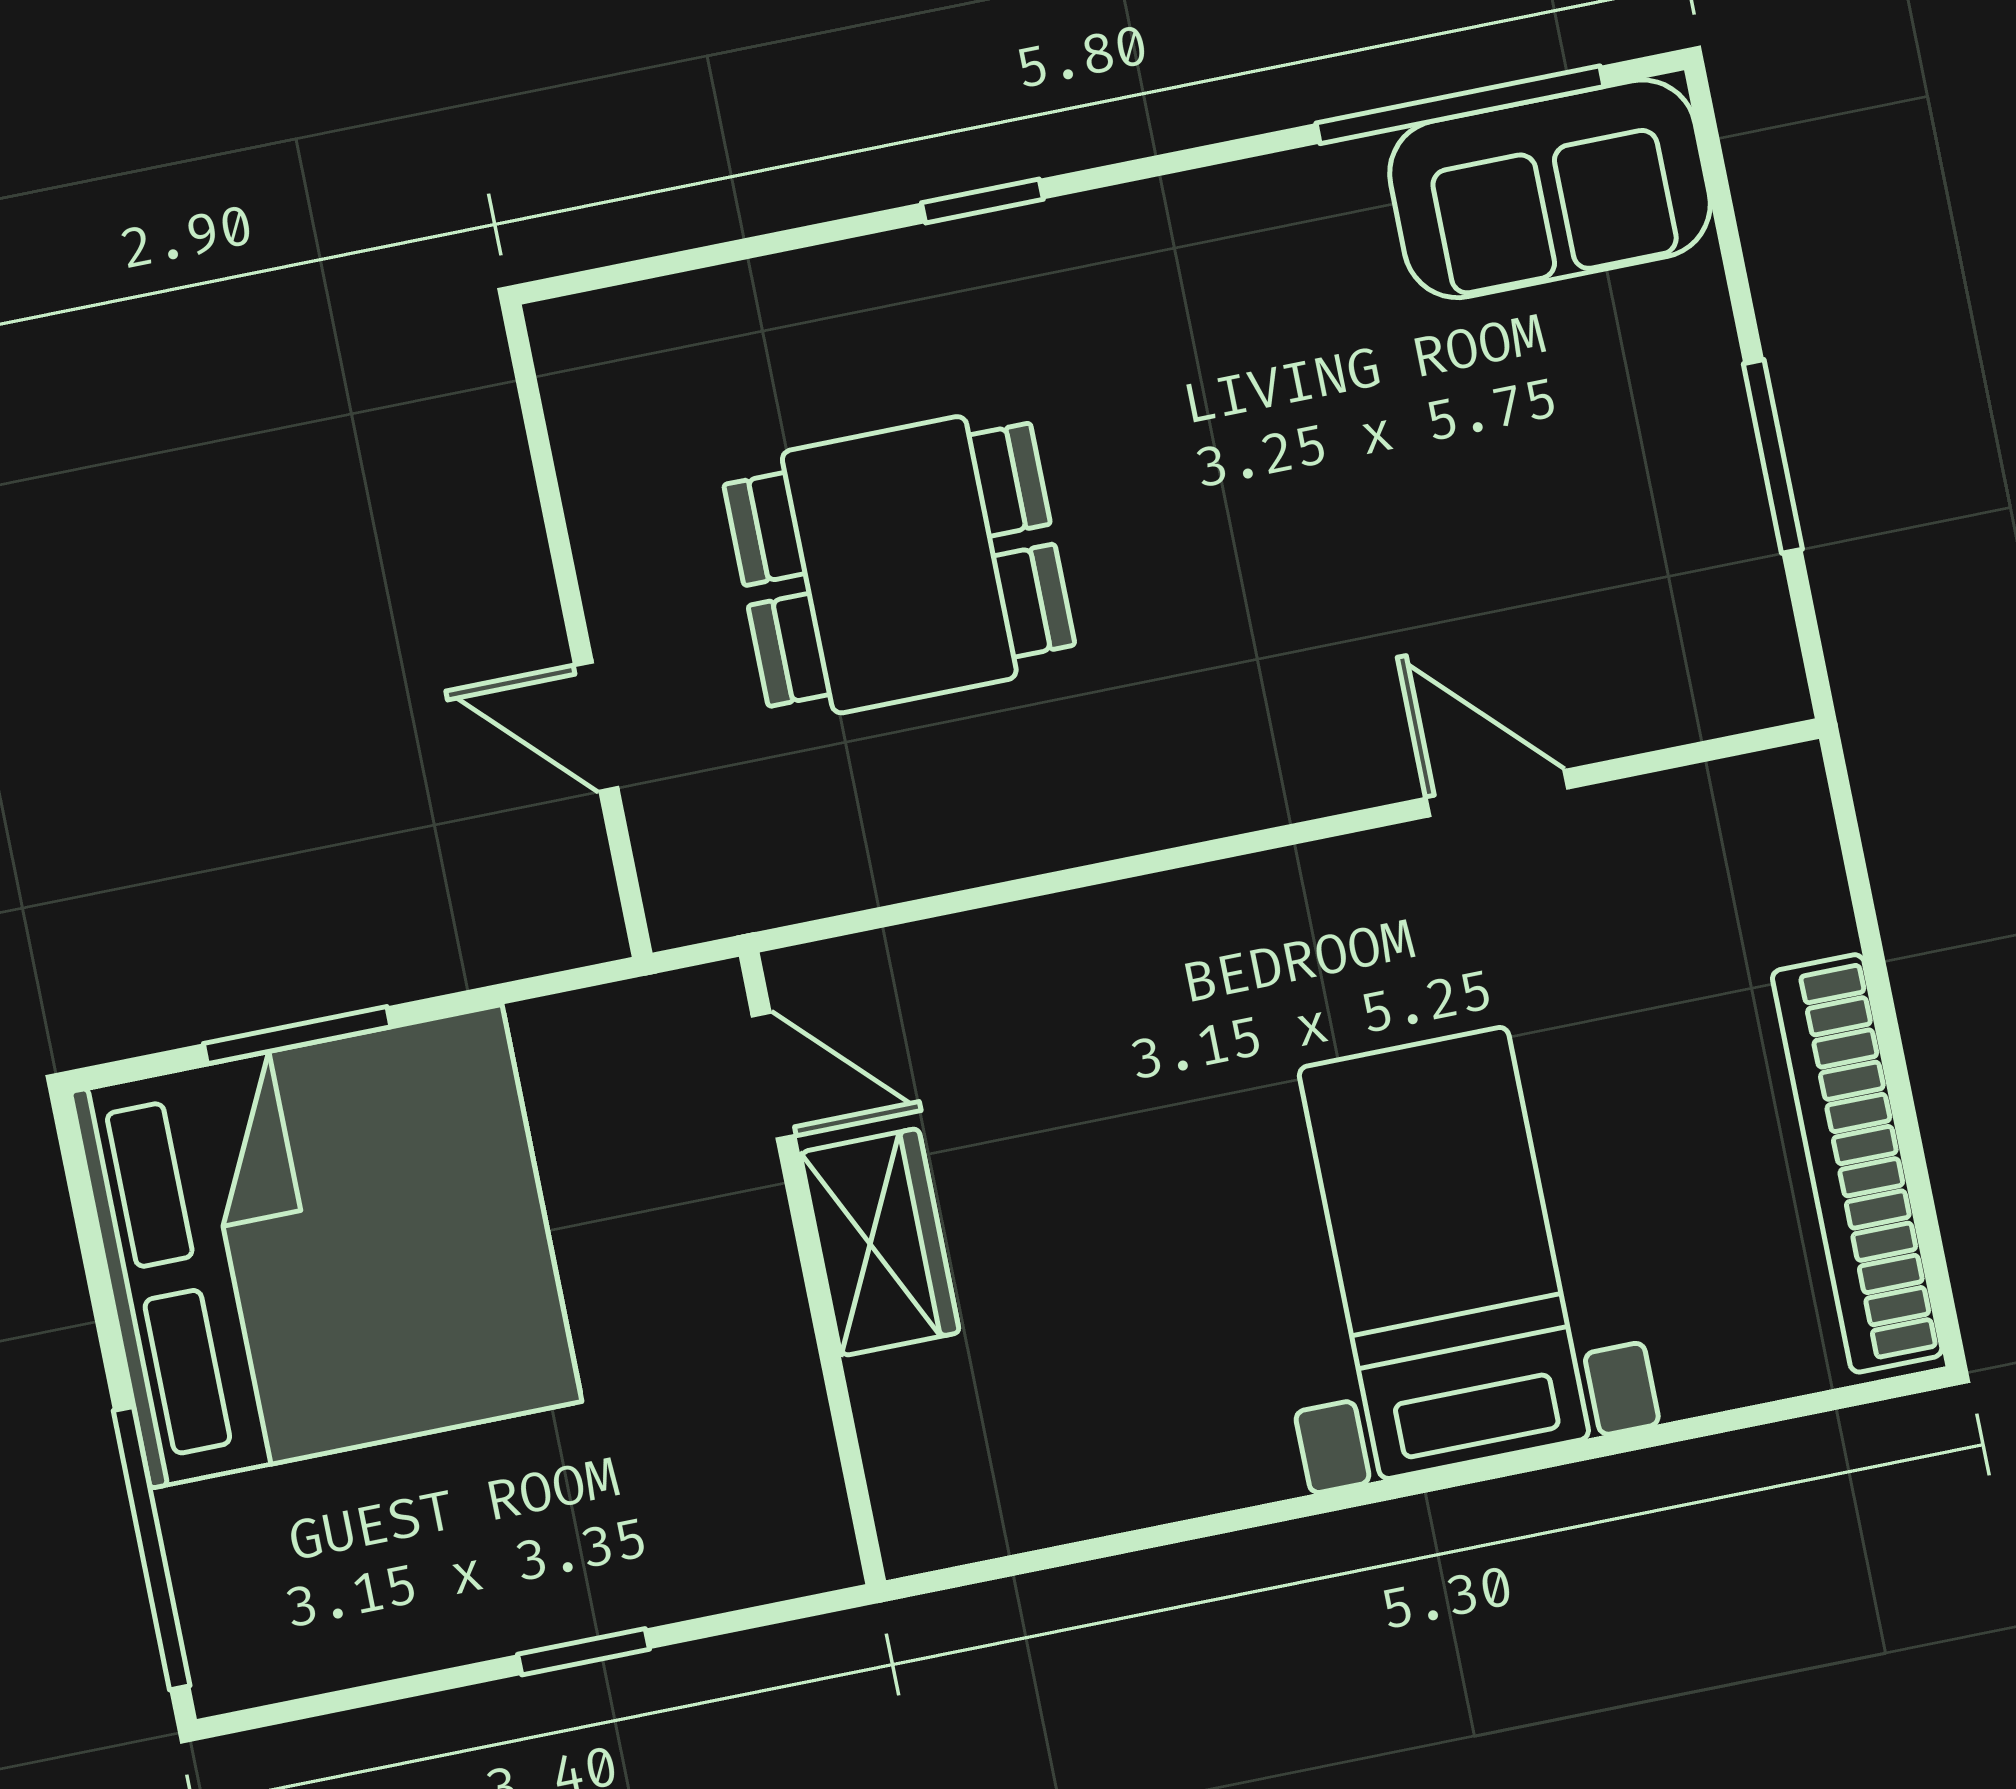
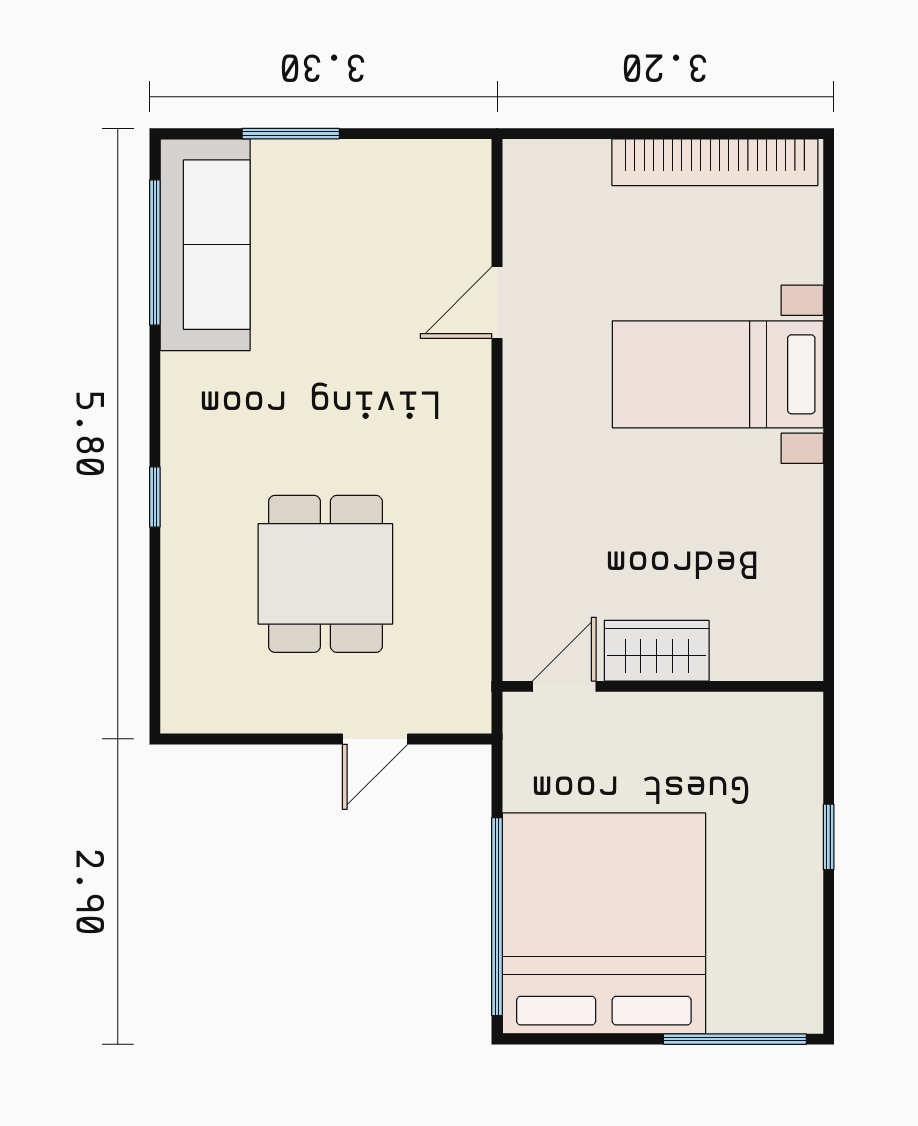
sofa: (1550, 189) -> (205, 245), width x1.36
window: (1773, 456) -> (291, 134), moved
window: (297, 1035) -> (497, 917), width x2.11

